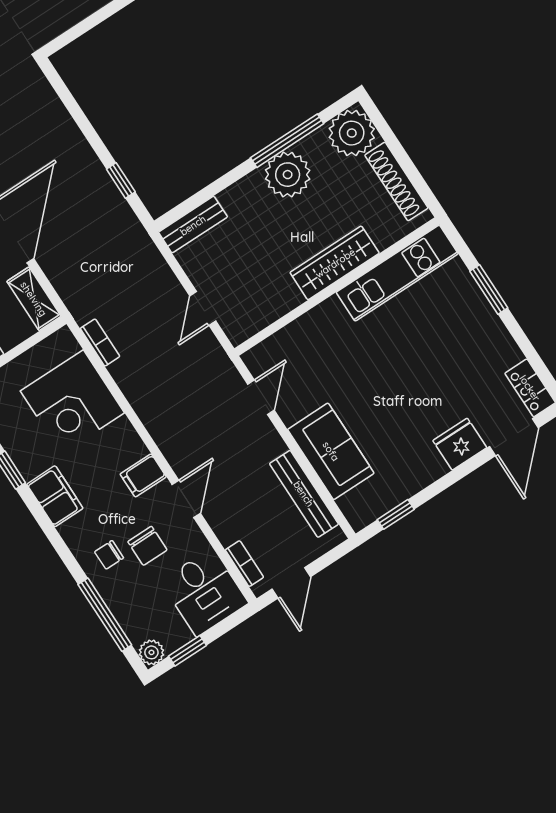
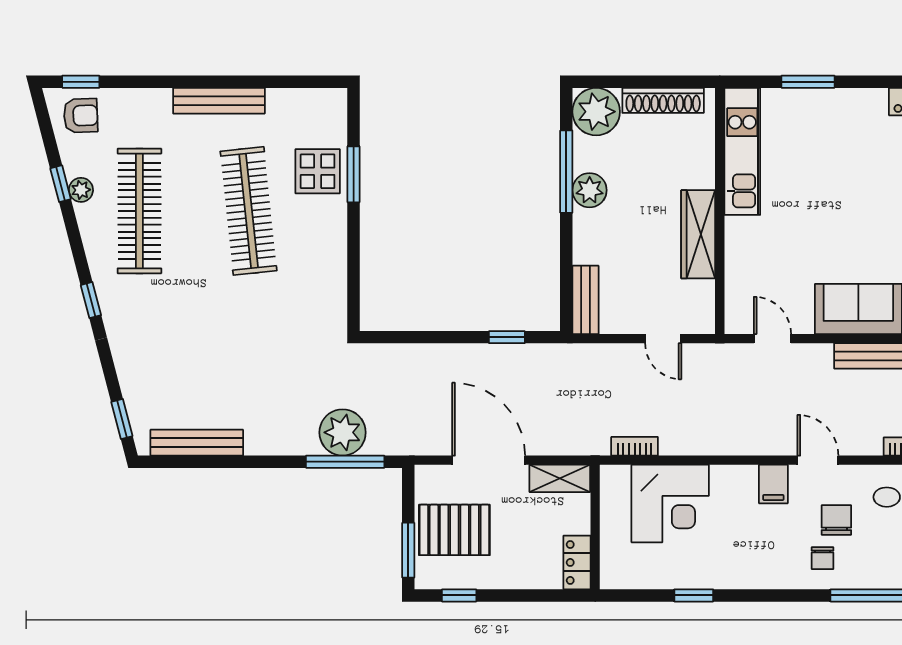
plant: (288, 175) -> (590, 190), width x0.73, depth x0.73
wardrobe: (335, 263) -> (698, 234), moved
filing cabinet: (55, 496) -> (742, 572), removed
chair: (147, 546) -> (836, 520), turned -90

